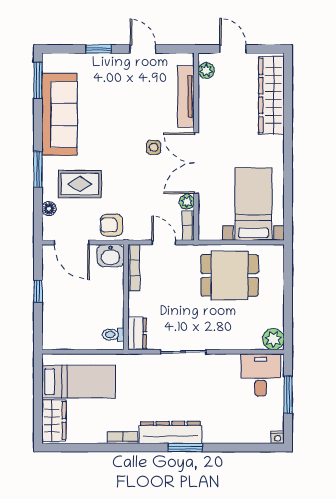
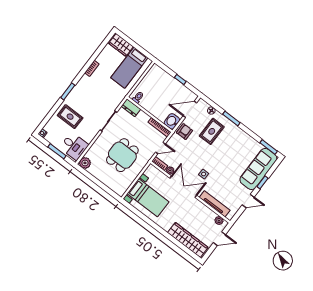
sofa: (59, 114) -> (258, 169), moved, turned 90
dining table: (230, 276) -> (122, 155), moved
rug: (220, 415) -> (70, 117), added
dresser: (170, 433) -> (79, 90), removed

